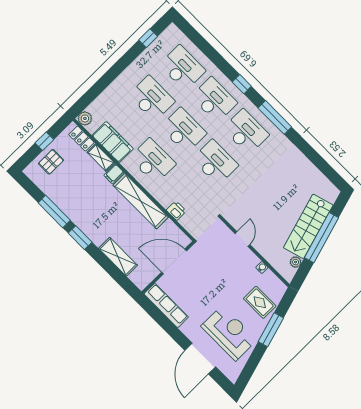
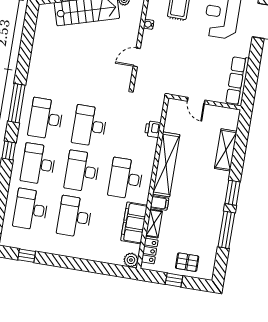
door: (174, 261) -> (196, 101), width x0.53

